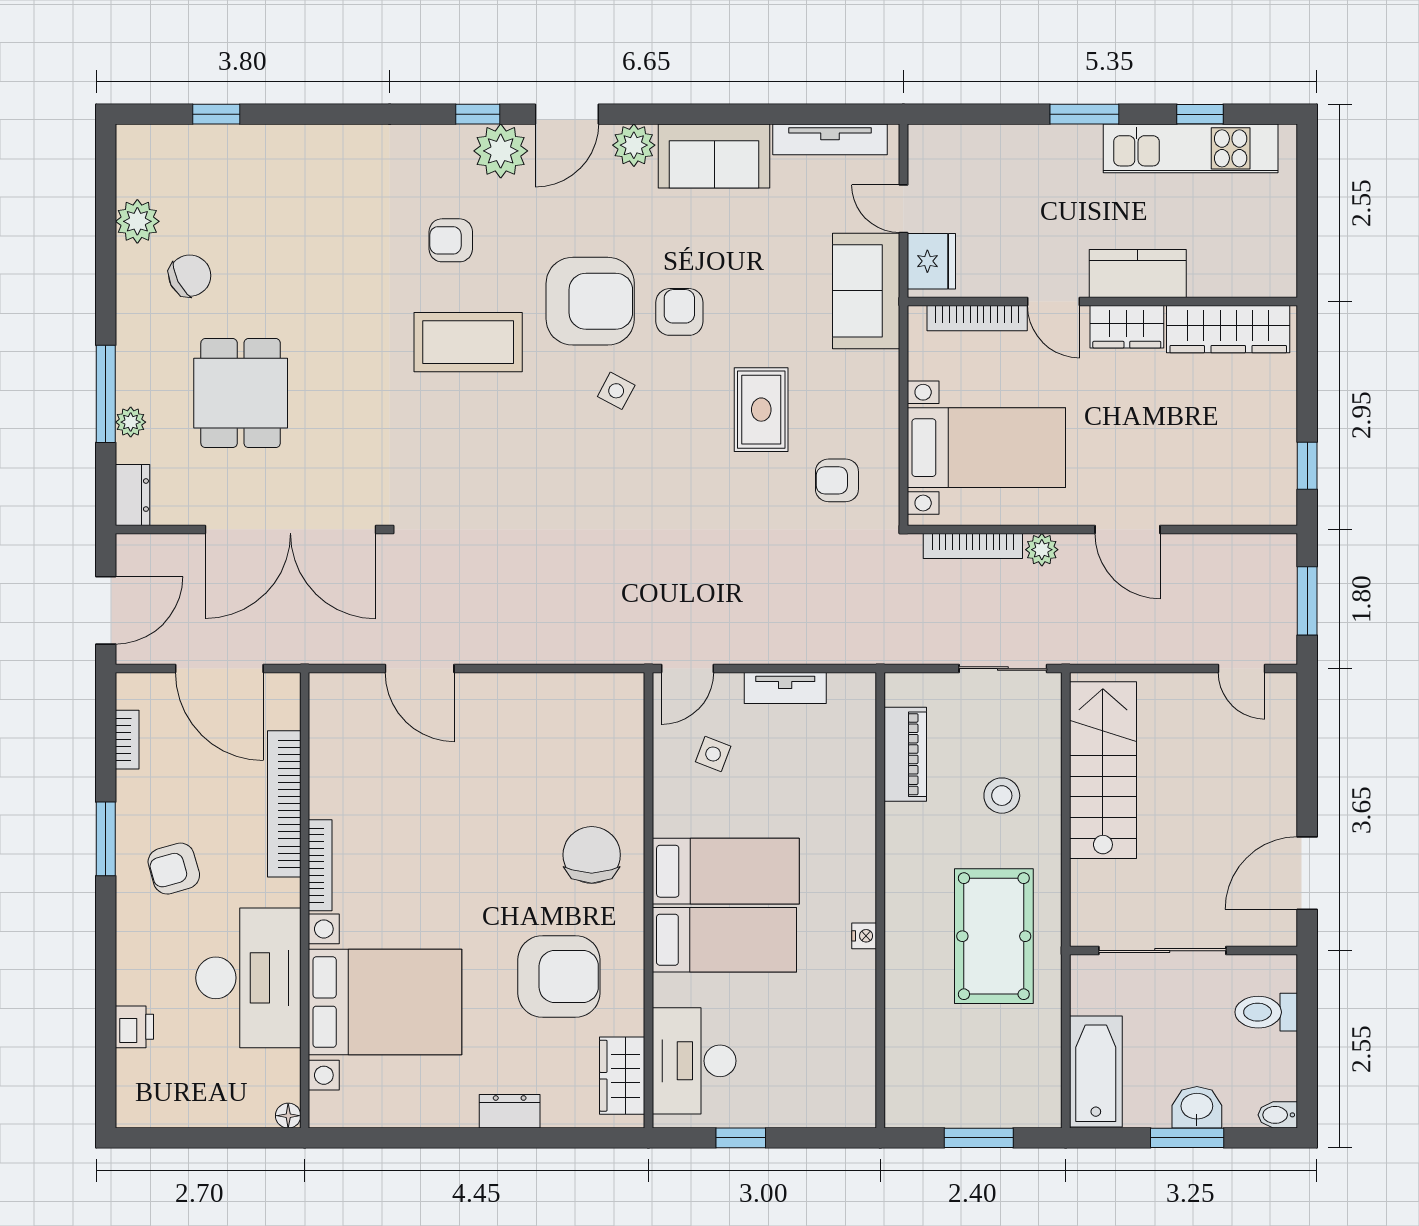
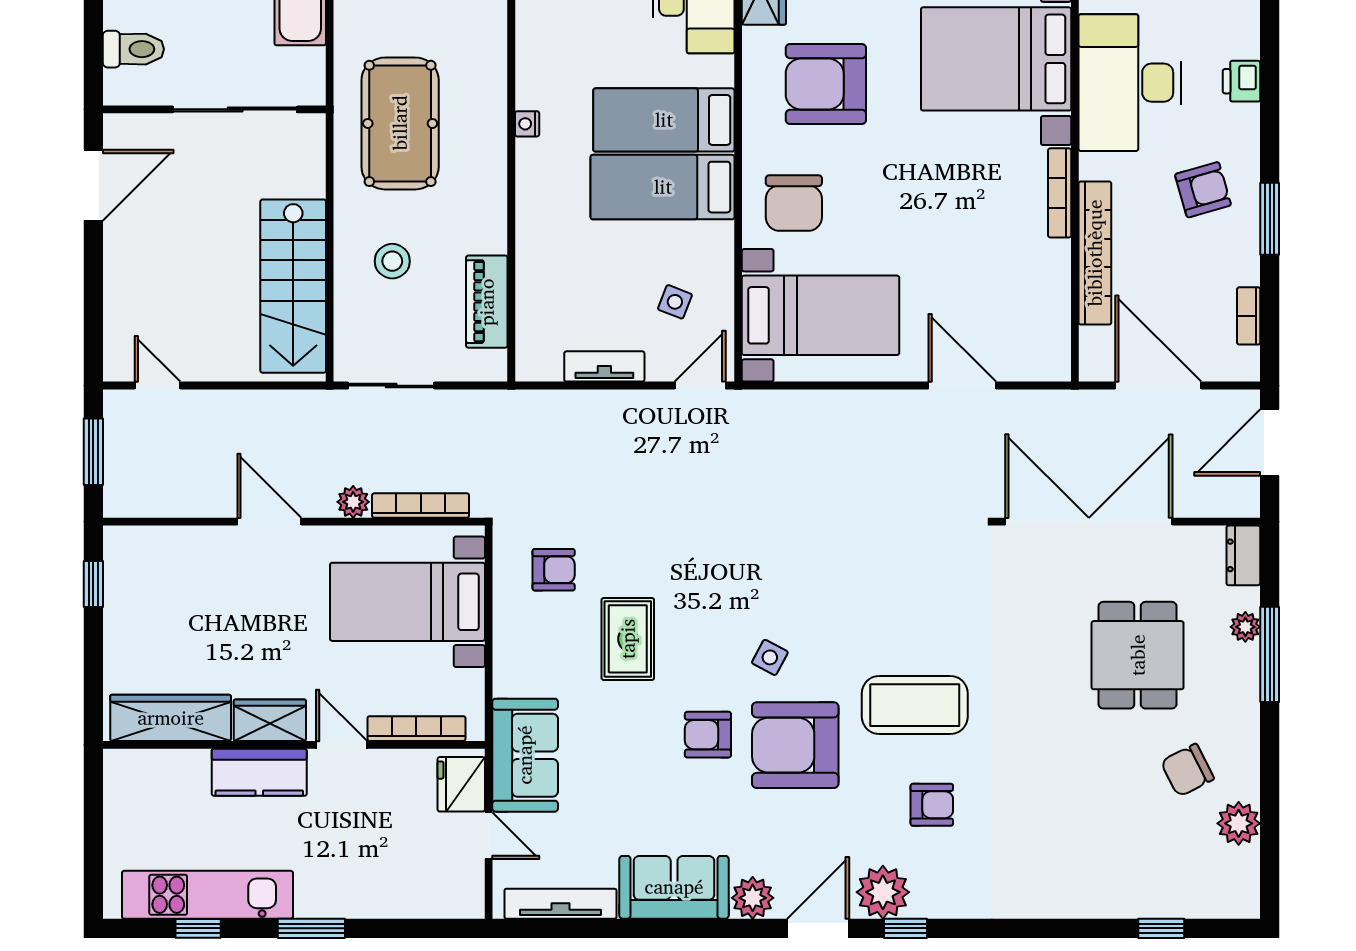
armchair: (679, 312) -> (708, 735), turned 90
bed with nightstands: (564, 740) -> (821, 315), added
printer: (134, 1027) -> (1242, 81), moved

